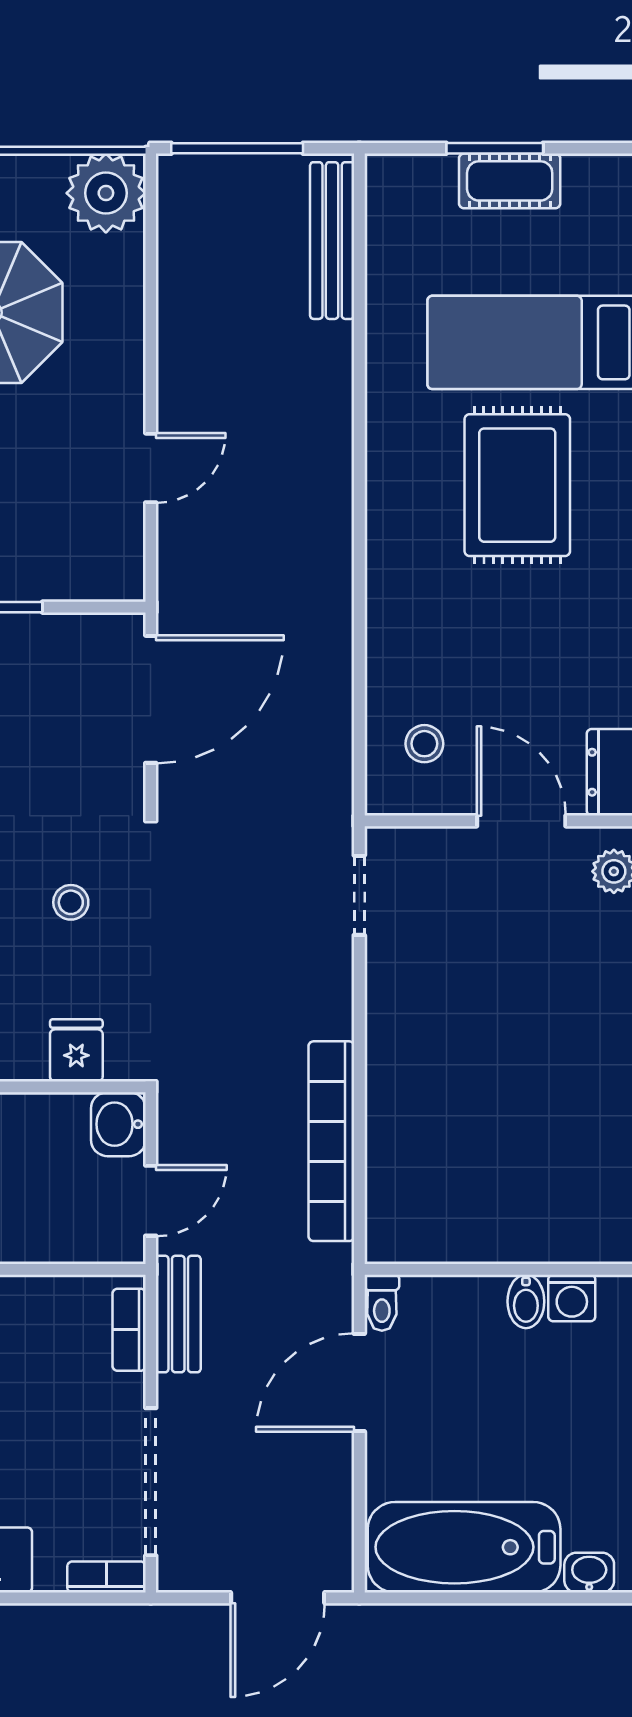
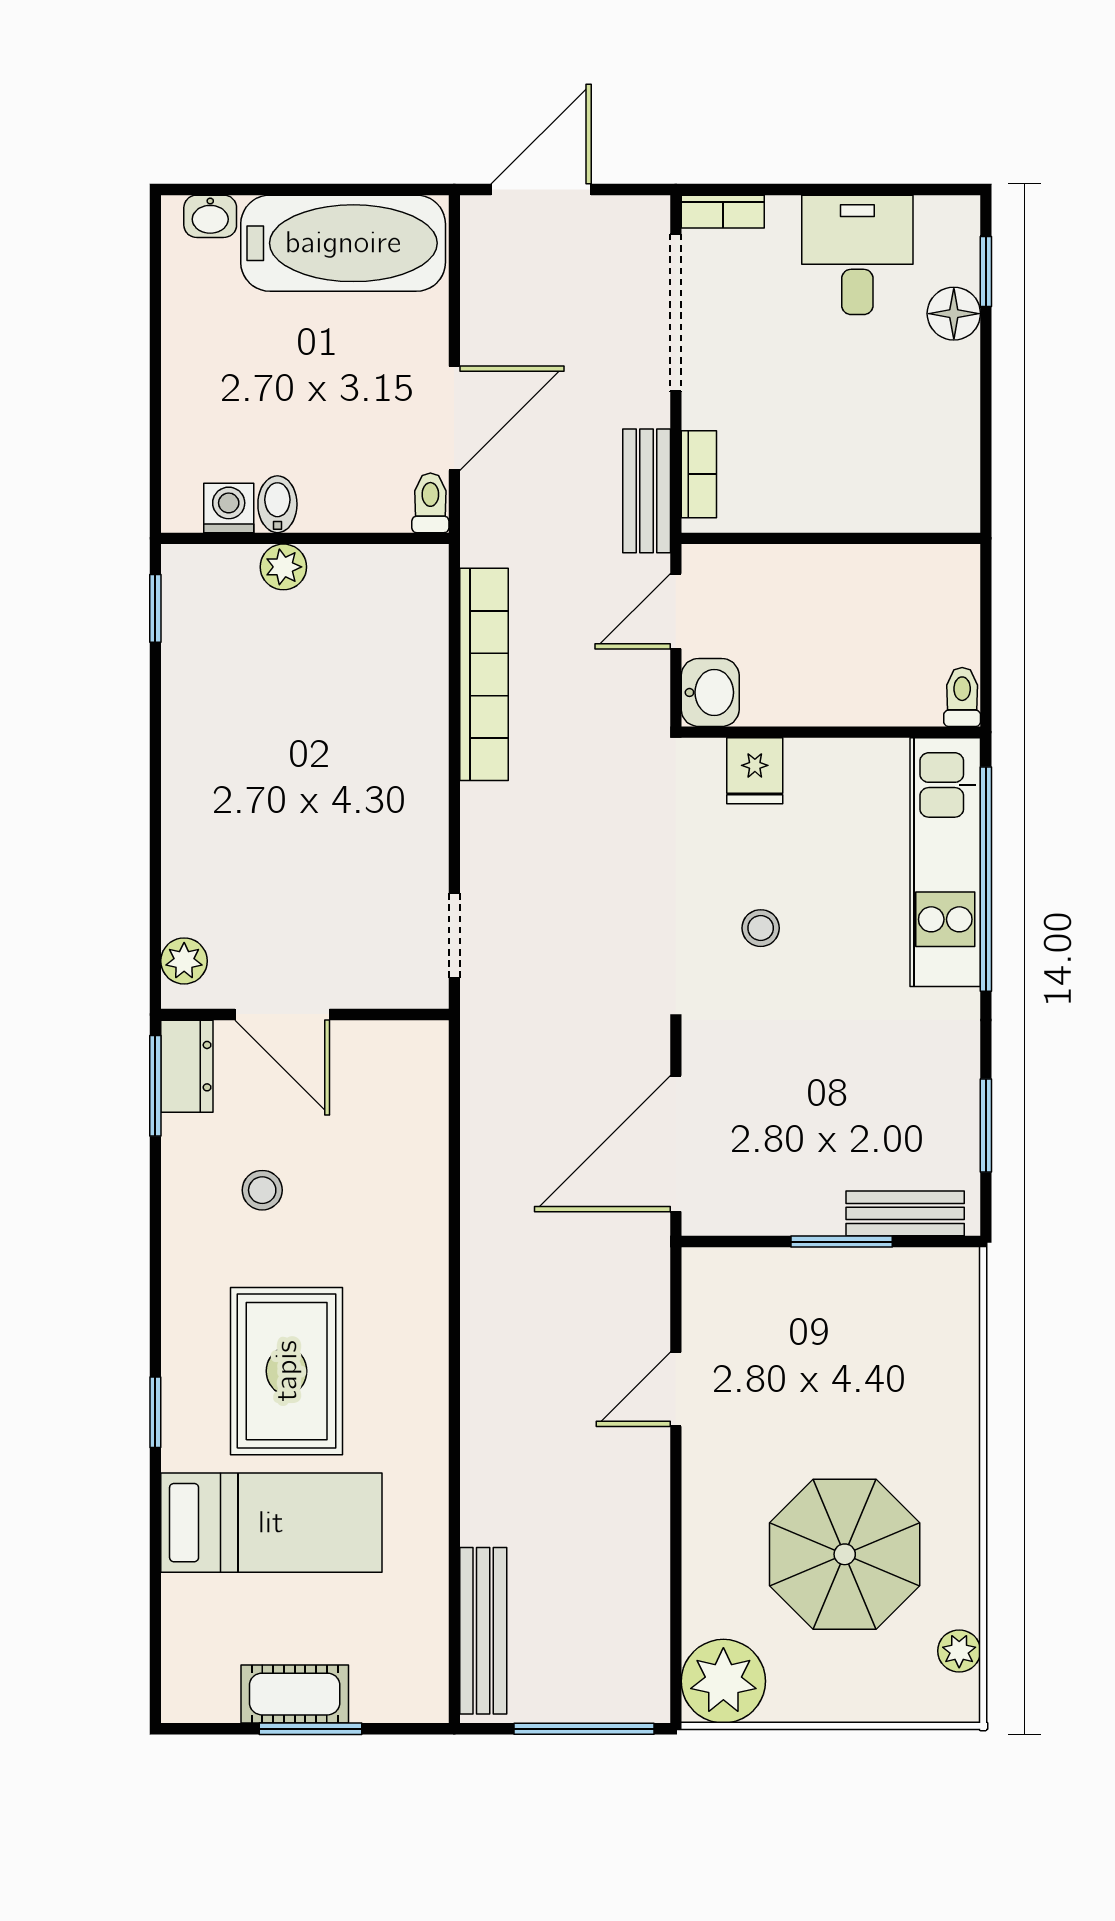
stool: (424, 744) -> (262, 1190), moved
plant: (520, 1242) -> (283, 567), added

